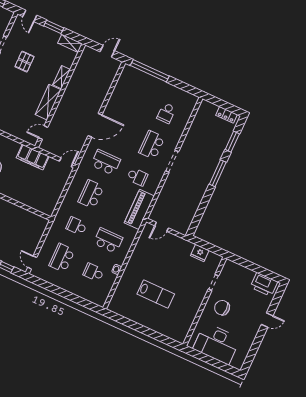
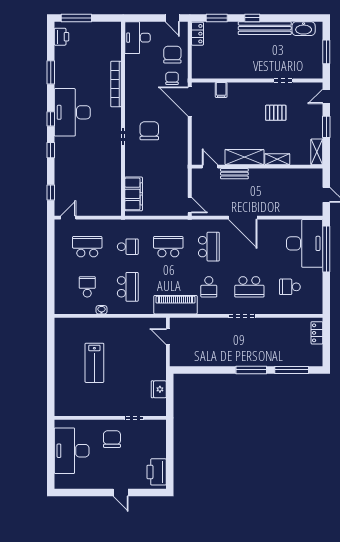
desk: (138, 86) -> (305, 243), added
locker: (227, 115) -> (317, 333), moved
bench: (58, 116) -> (234, 174), added
window: (232, 142) -> (292, 370), width x1.44
school desk: (152, 145) -> (249, 287), turned 180
filing cabinet: (33, 157) -> (134, 194), moved, turned 180
school desk: (76, 226) -> (128, 247), turned 90

